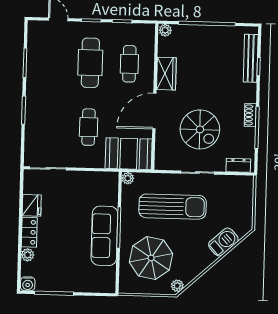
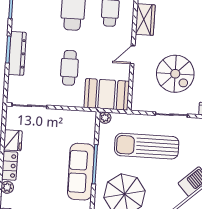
door: (154, 111) -> (133, 55), width x0.53
dresser: (33, 114) -> (17, 53), added
sun lounger: (173, 207) -> (147, 146), turned 180

